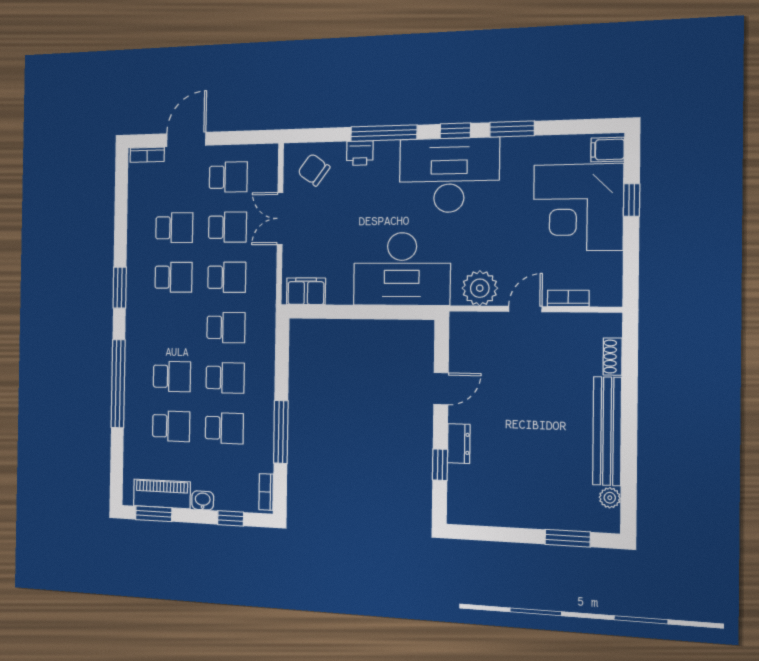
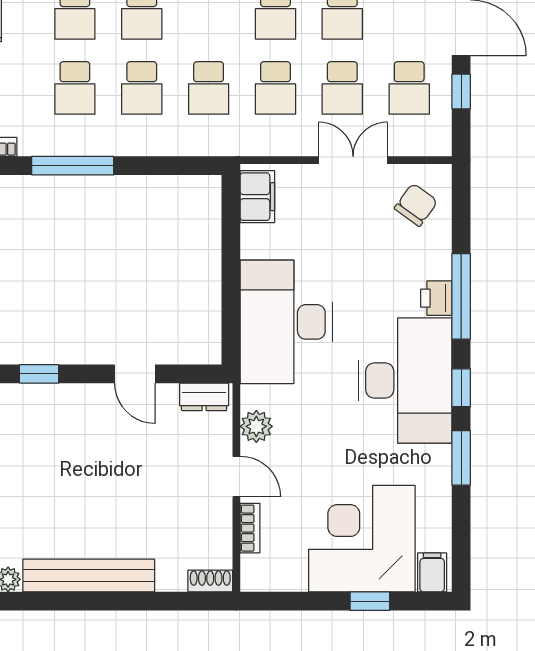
window: (231, 138) -> (461, 92), added
printer: (360, 153) -> (436, 298), moved
plant: (480, 288) -> (256, 426), width x0.73, depth x0.73
shoe rack: (613, 357) -> (210, 581), moved
dresser: (459, 444) -> (204, 397), moved

